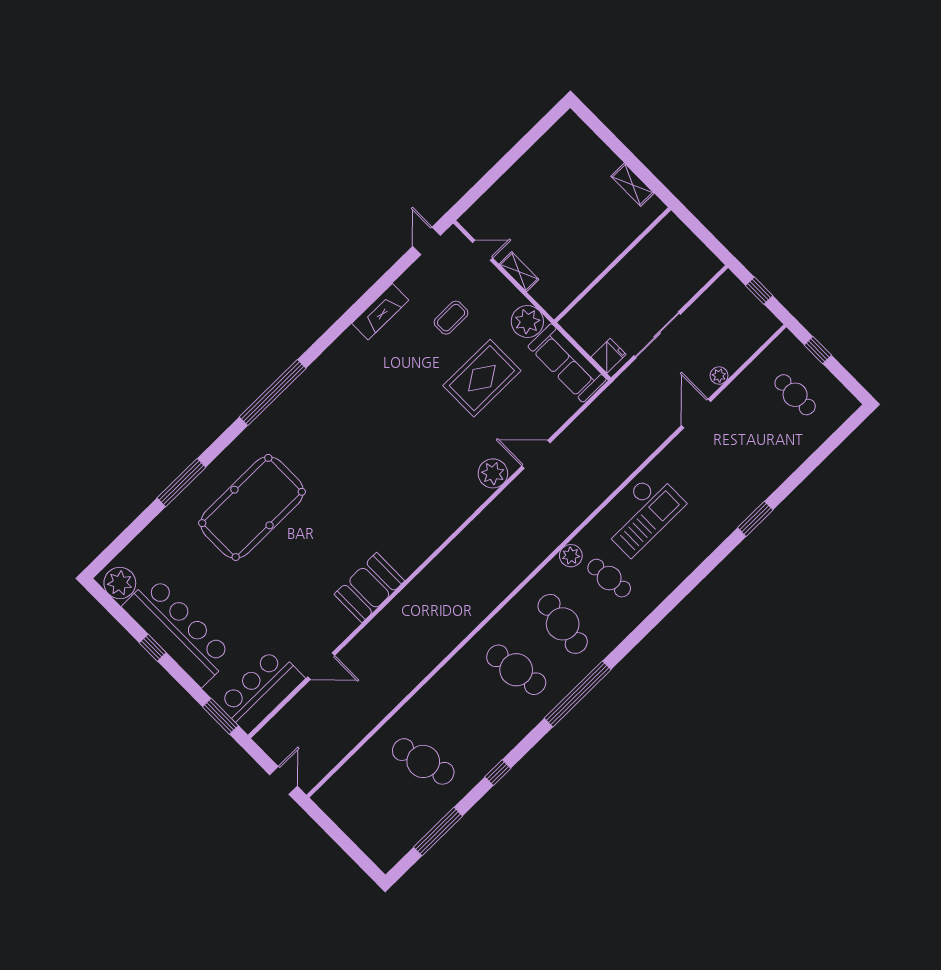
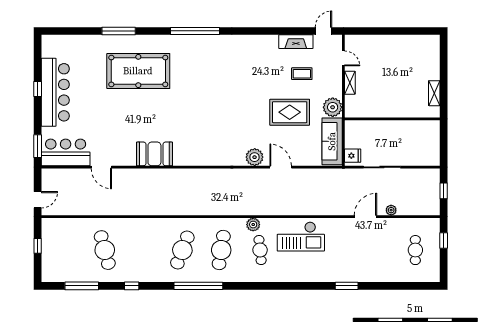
fireplace: (380, 312) -> (296, 42), moved
plant: (120, 583) -> (51, 48), removed
cafe table: (516, 670) -> (182, 250), turned 30
window: (338, 836) -> (38, 246), added

